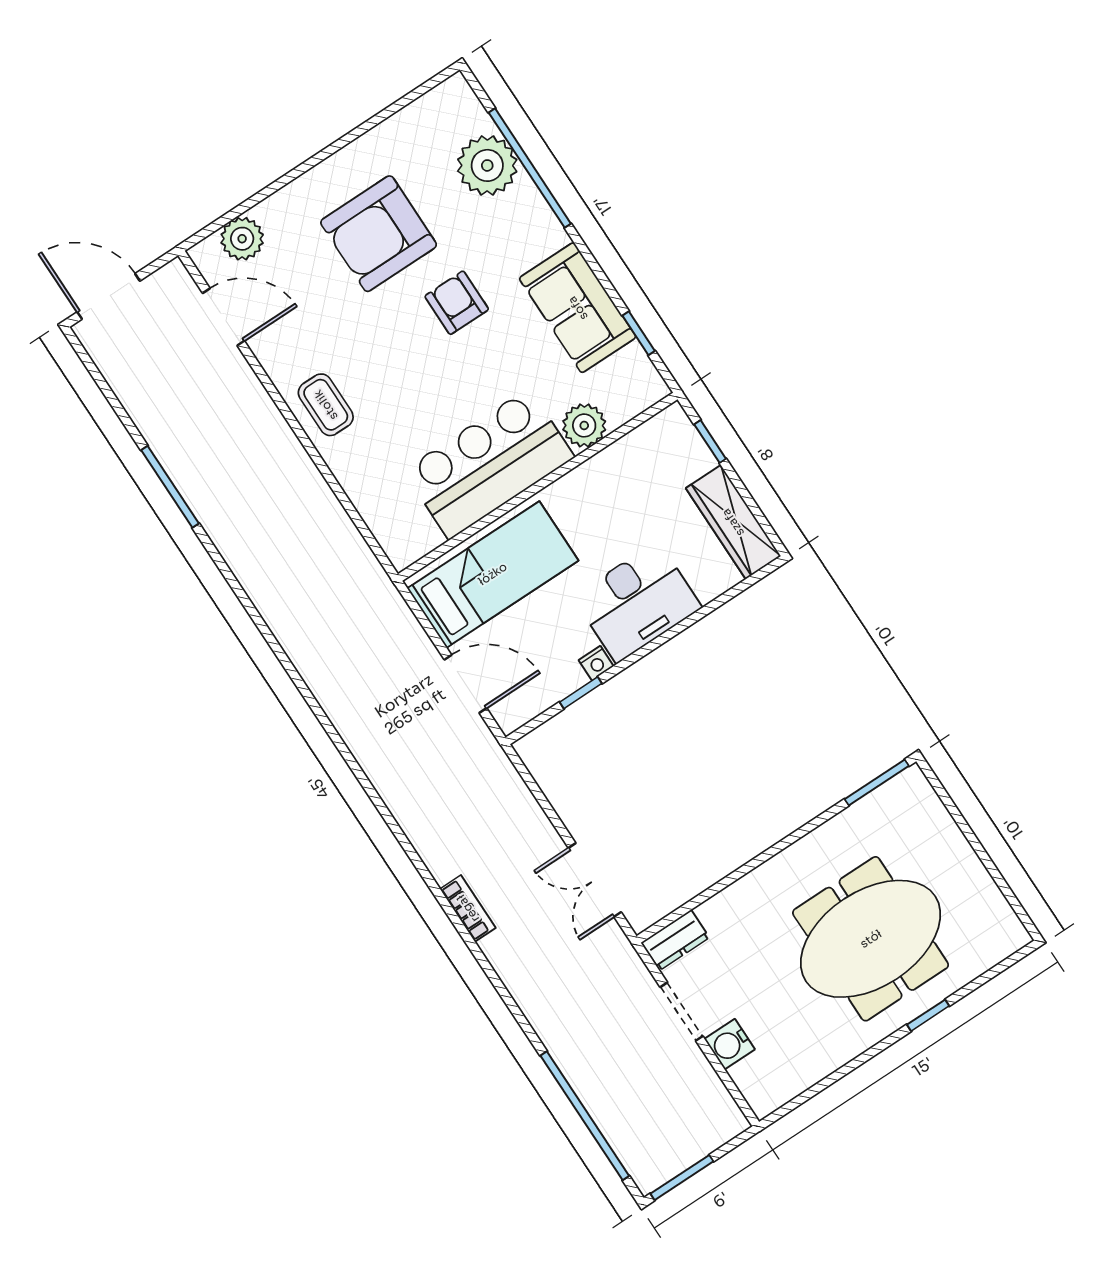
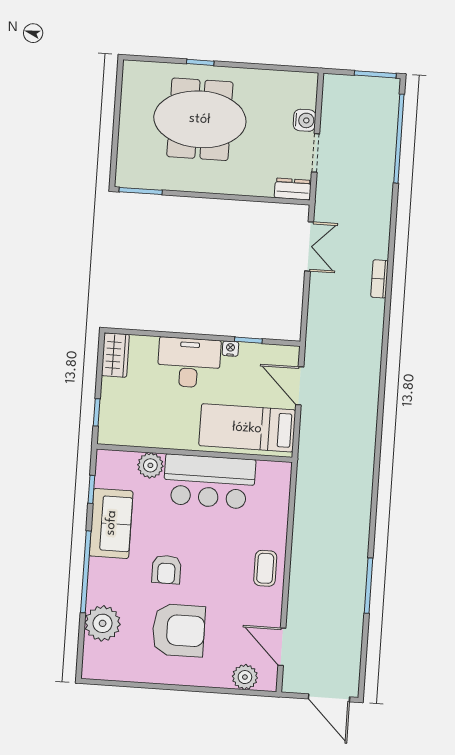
window: (530, 168) -> (86, 572), moved
wardrobe: (733, 522) -> (115, 355), width x0.67

